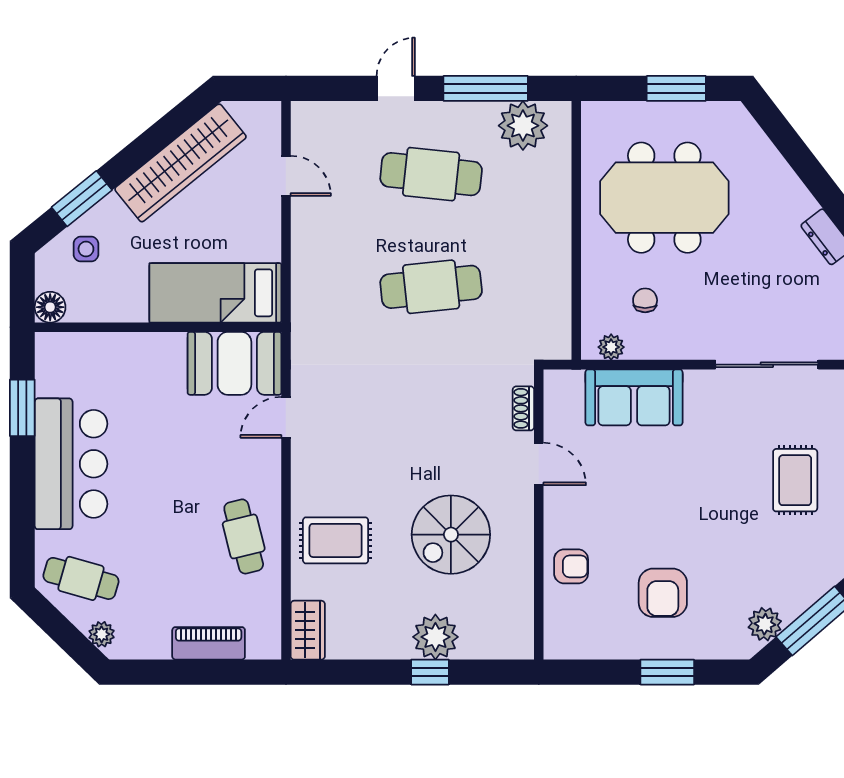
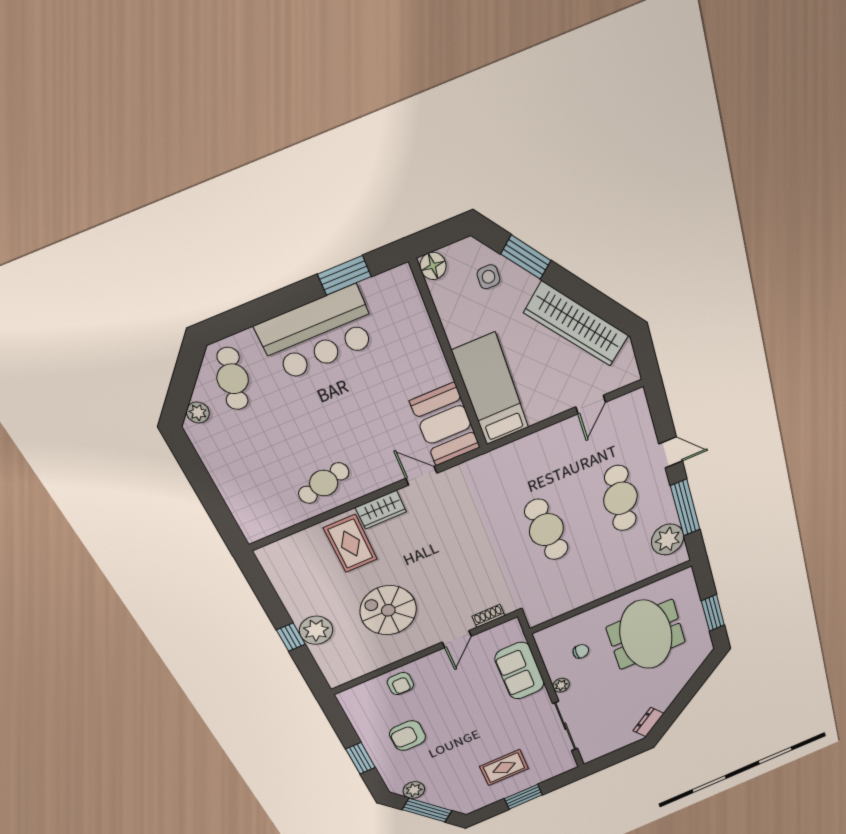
plant: (611, 347) -> (561, 685), moved
wardrobe: (308, 630) -> (381, 510), moved
piano: (209, 643) -> (234, 492), removed

